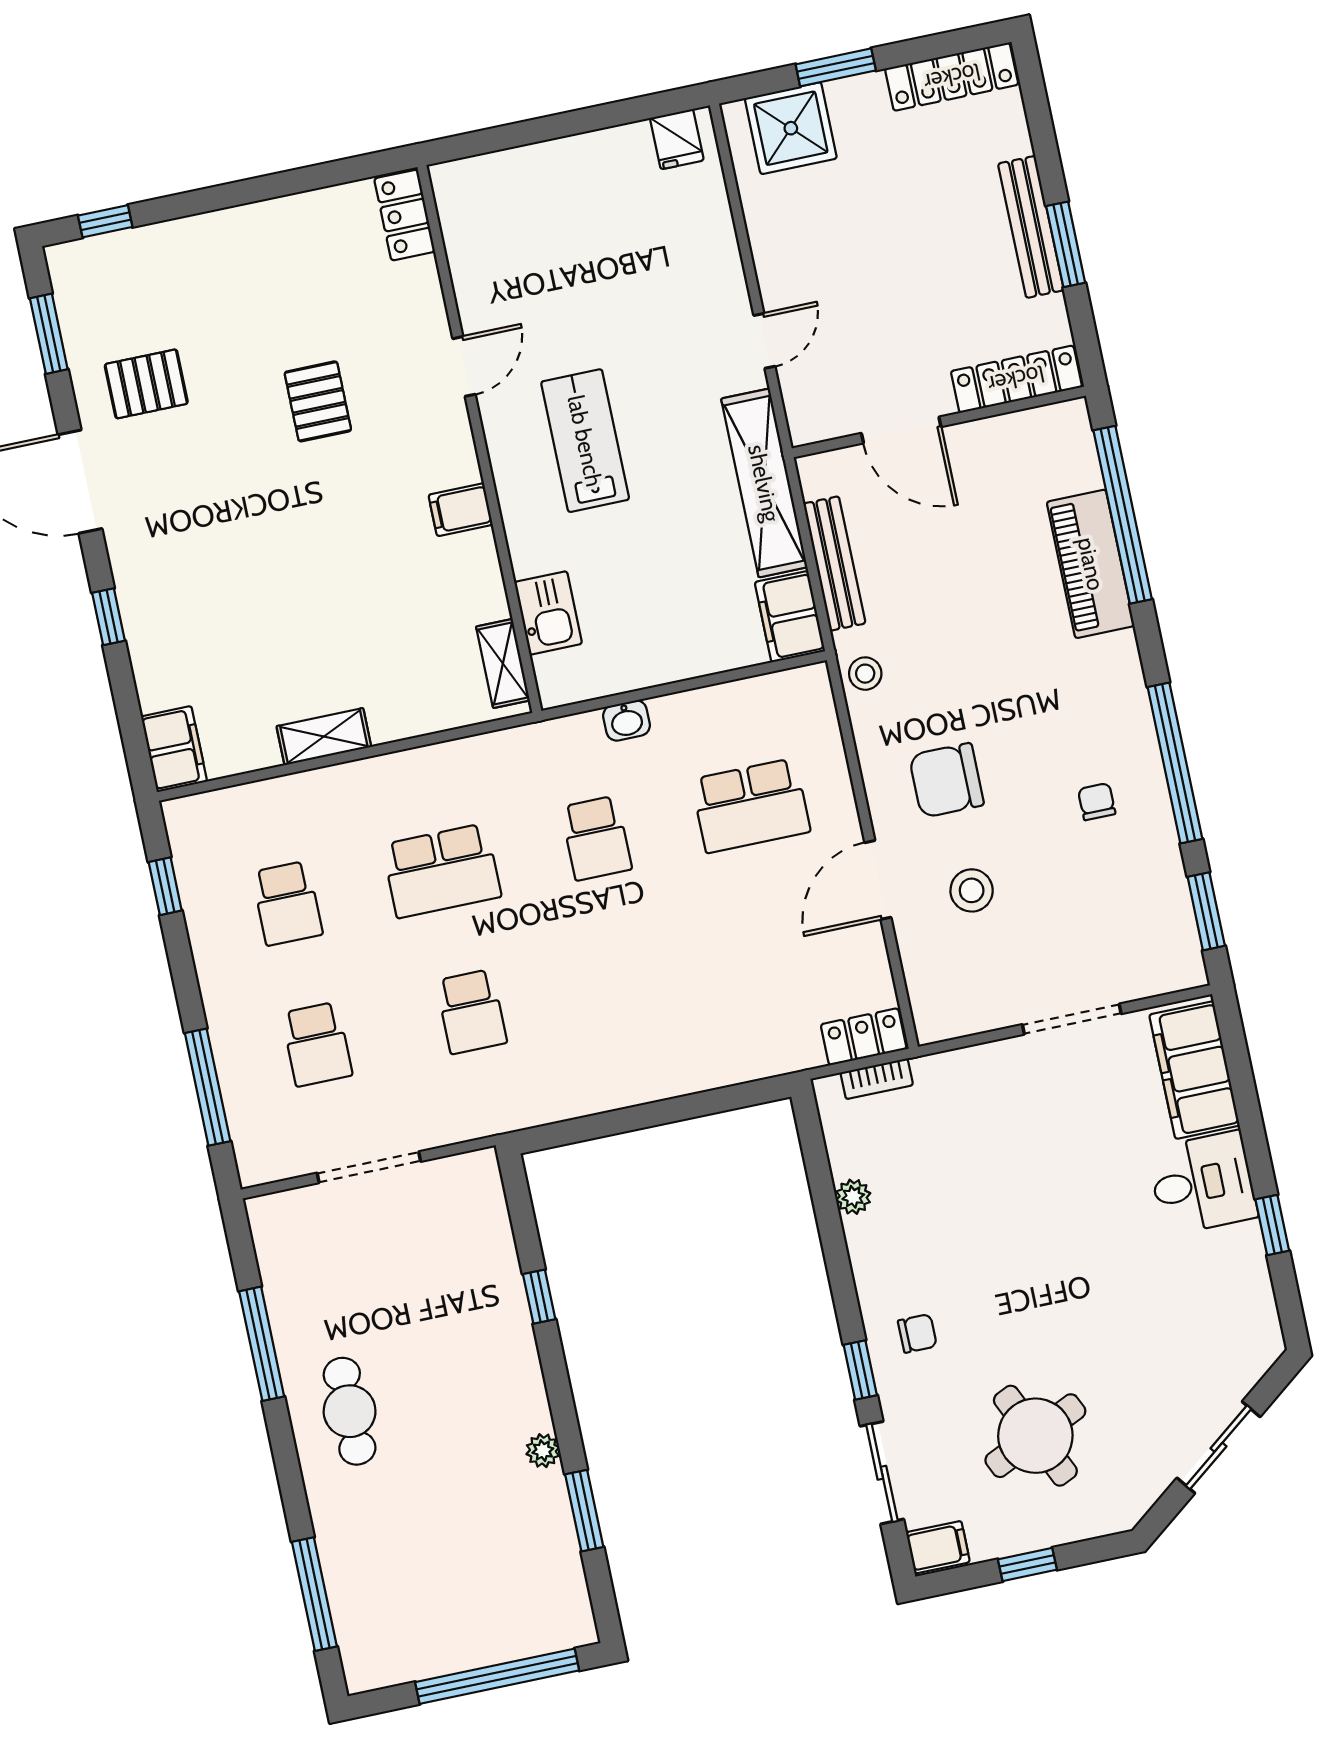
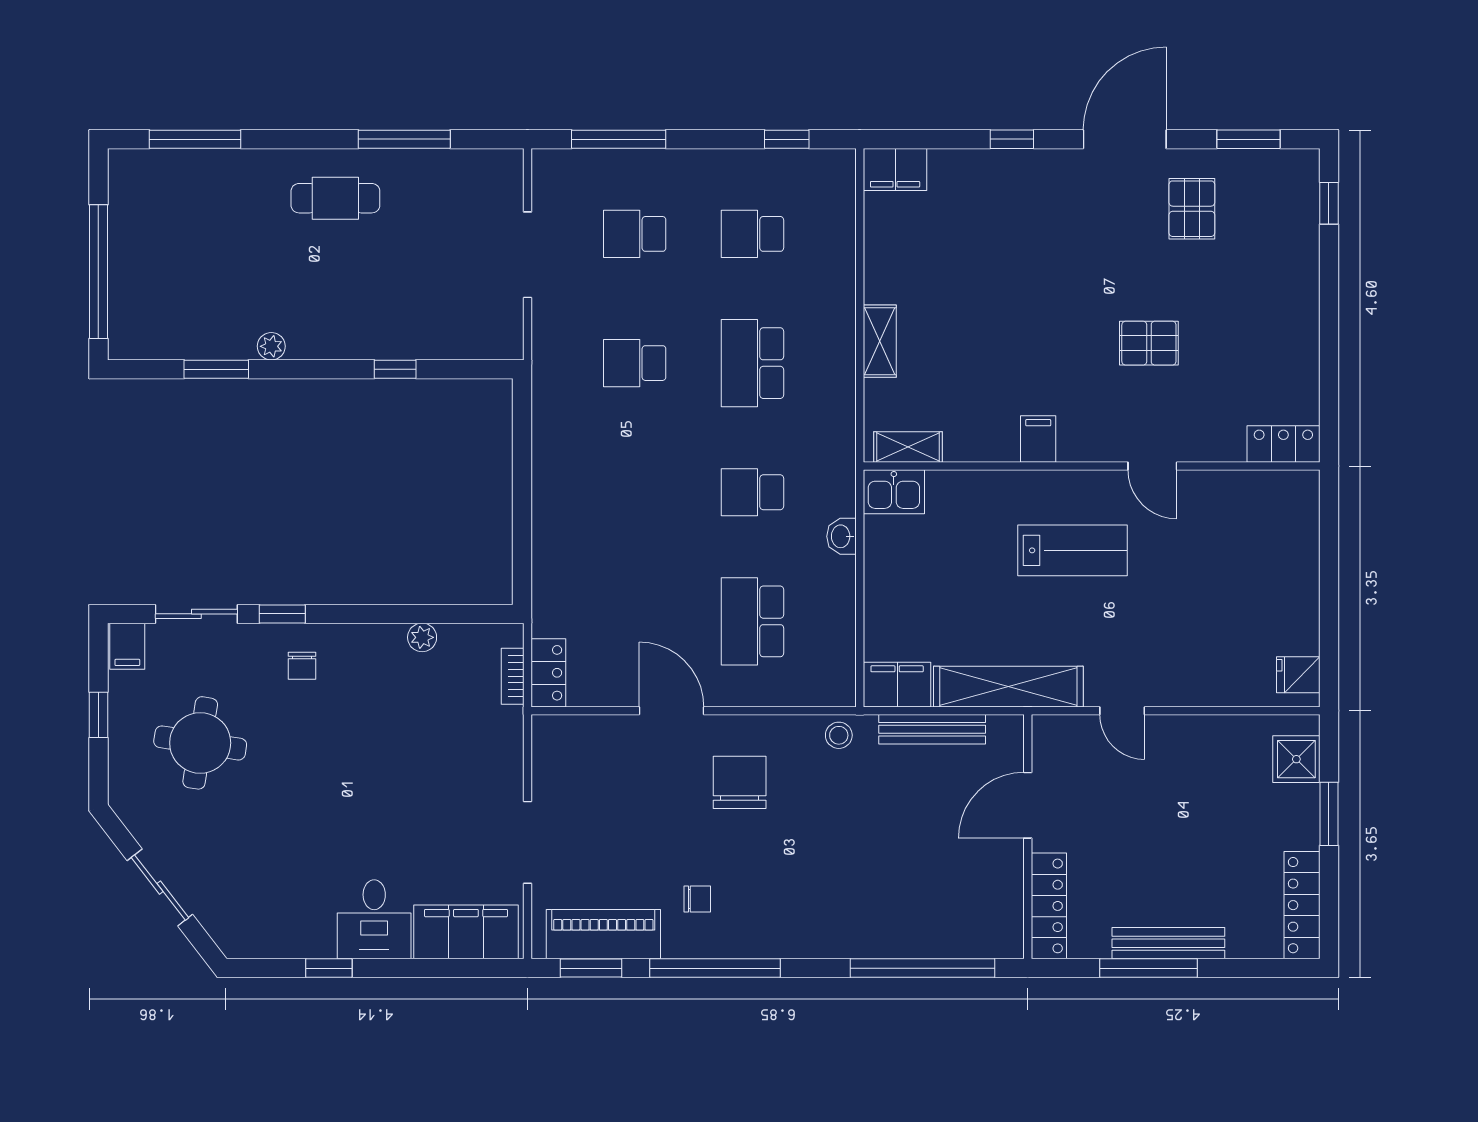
shower: (791, 128) -> (1296, 759), width x0.73, depth x0.73
window: (1066, 244) -> (1148, 968), width x1.44
piano: (1091, 564) -> (603, 934), moved
kitchen sink: (548, 613) -> (894, 492), moved
shelving: (324, 737) -> (880, 341), moved
stool: (972, 890) -> (647, 784), removed
round table: (1035, 1436) -> (200, 743), turned 34

